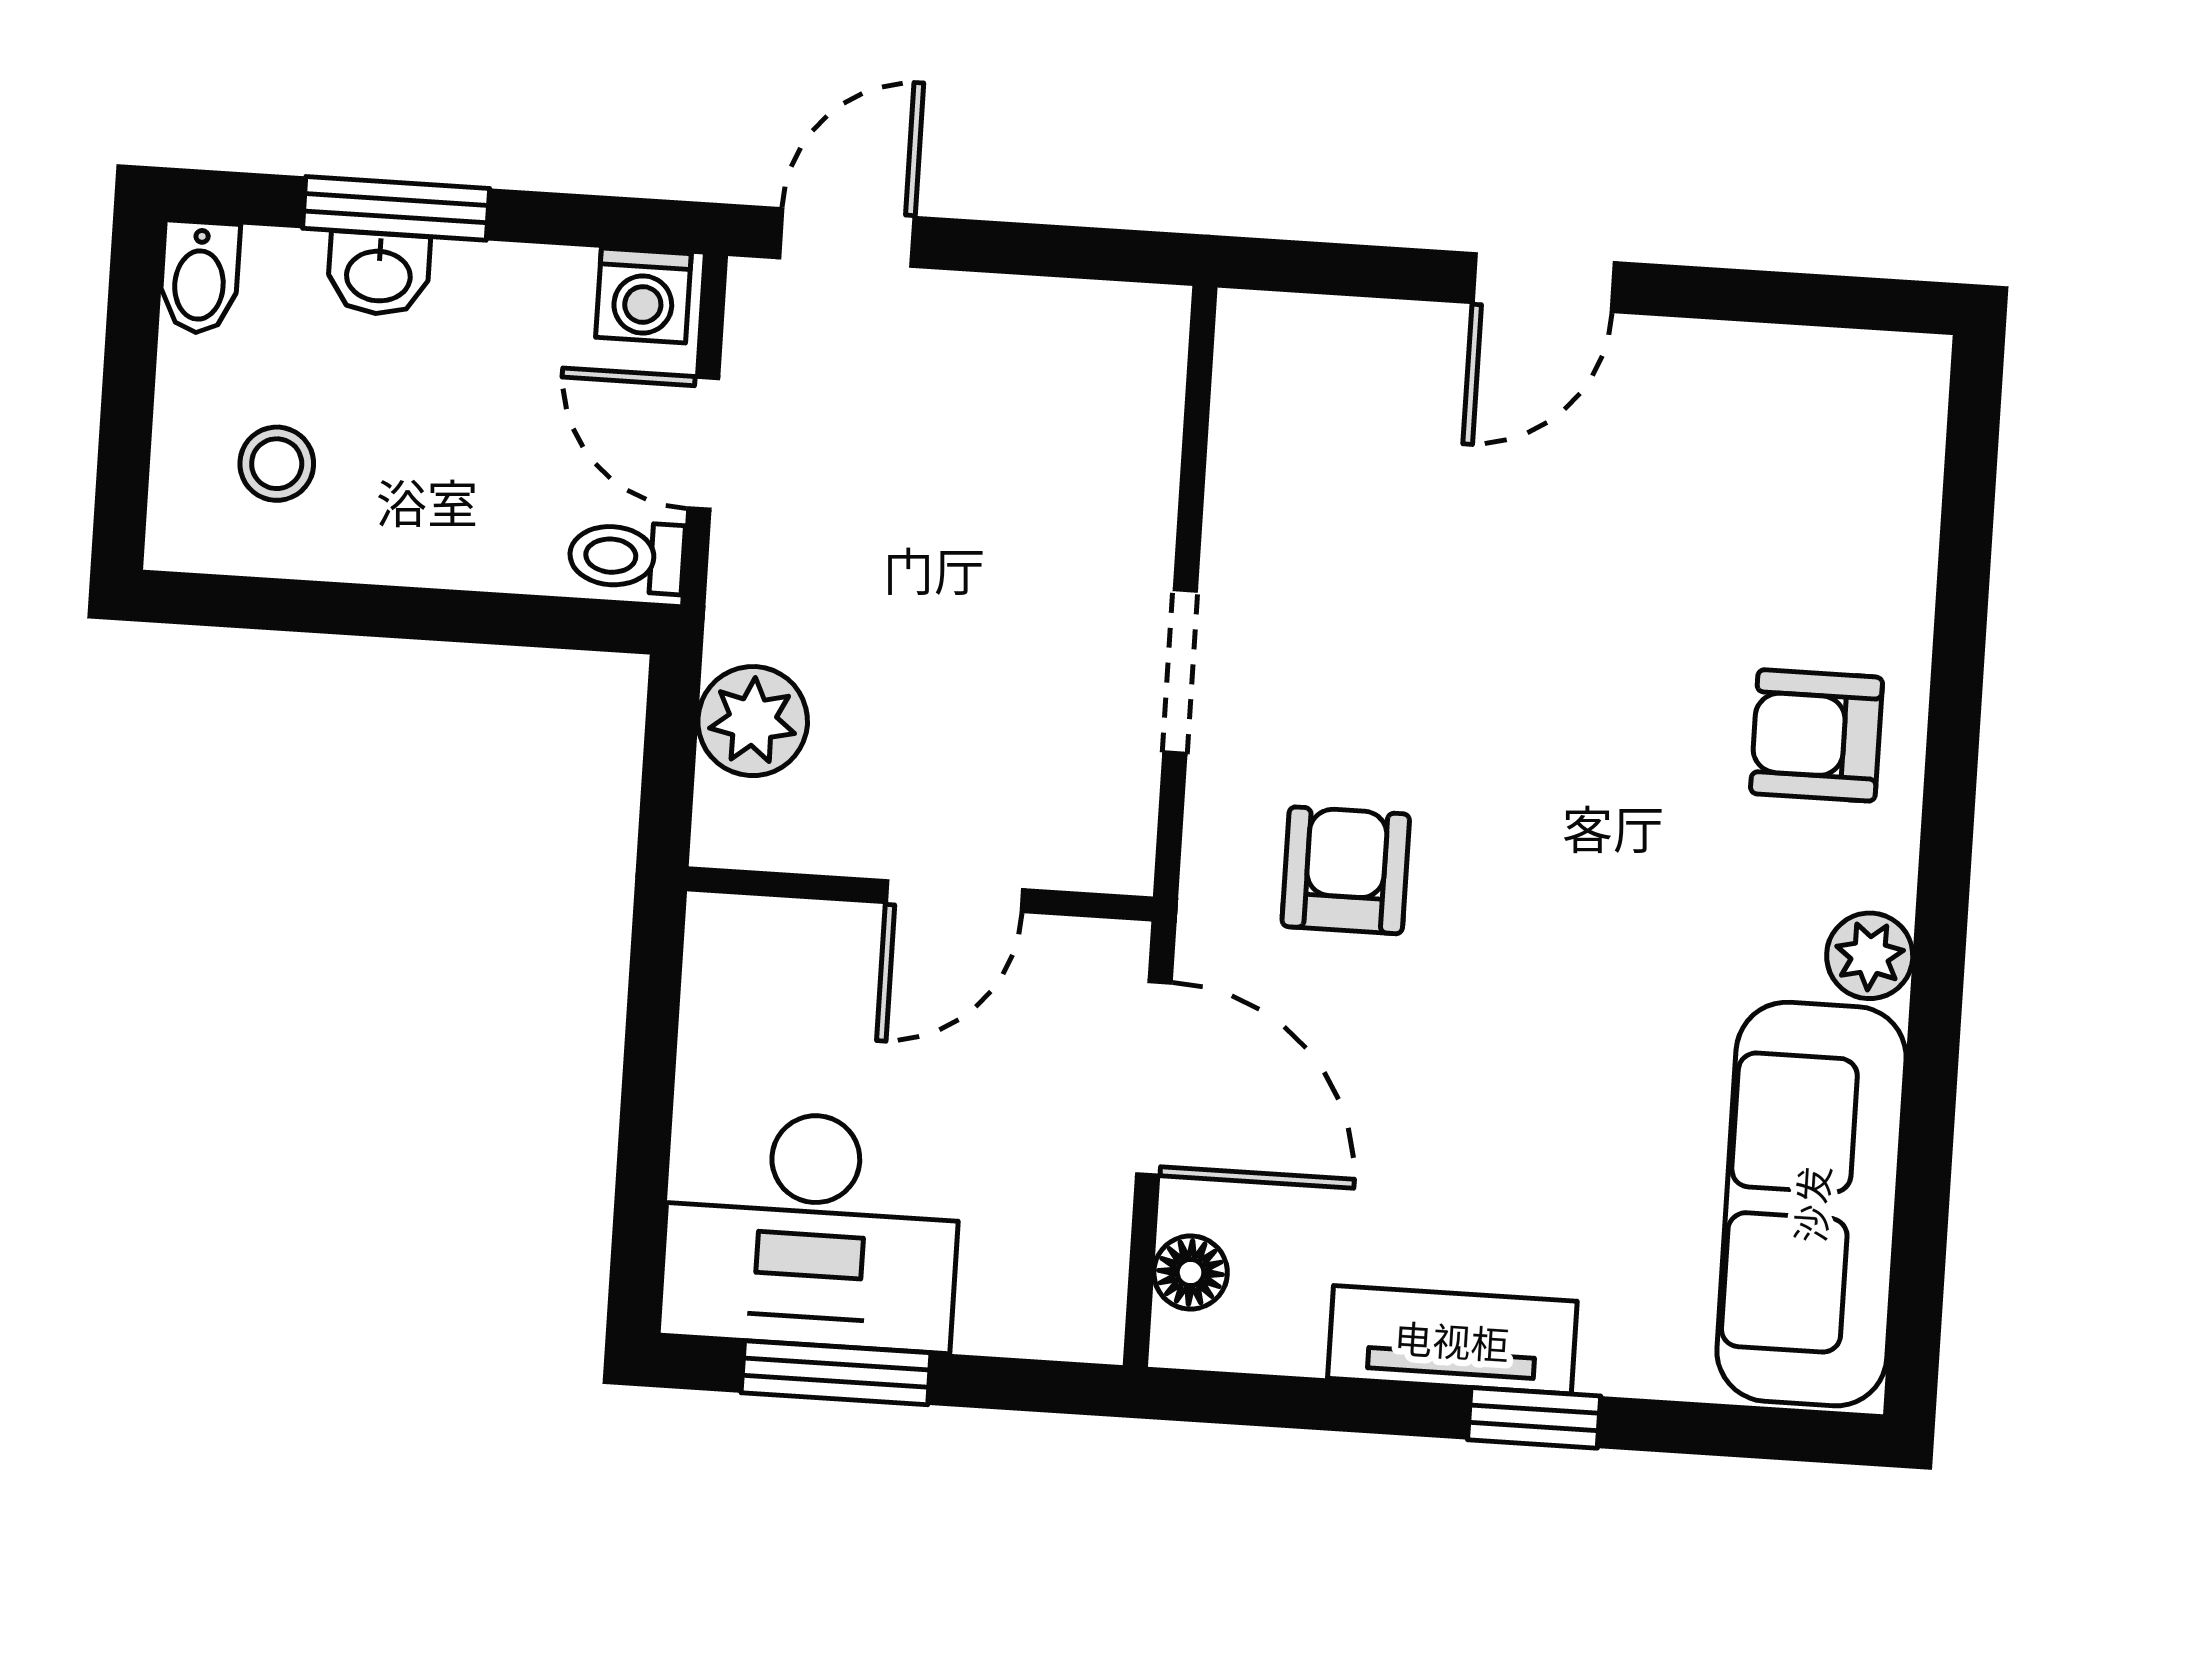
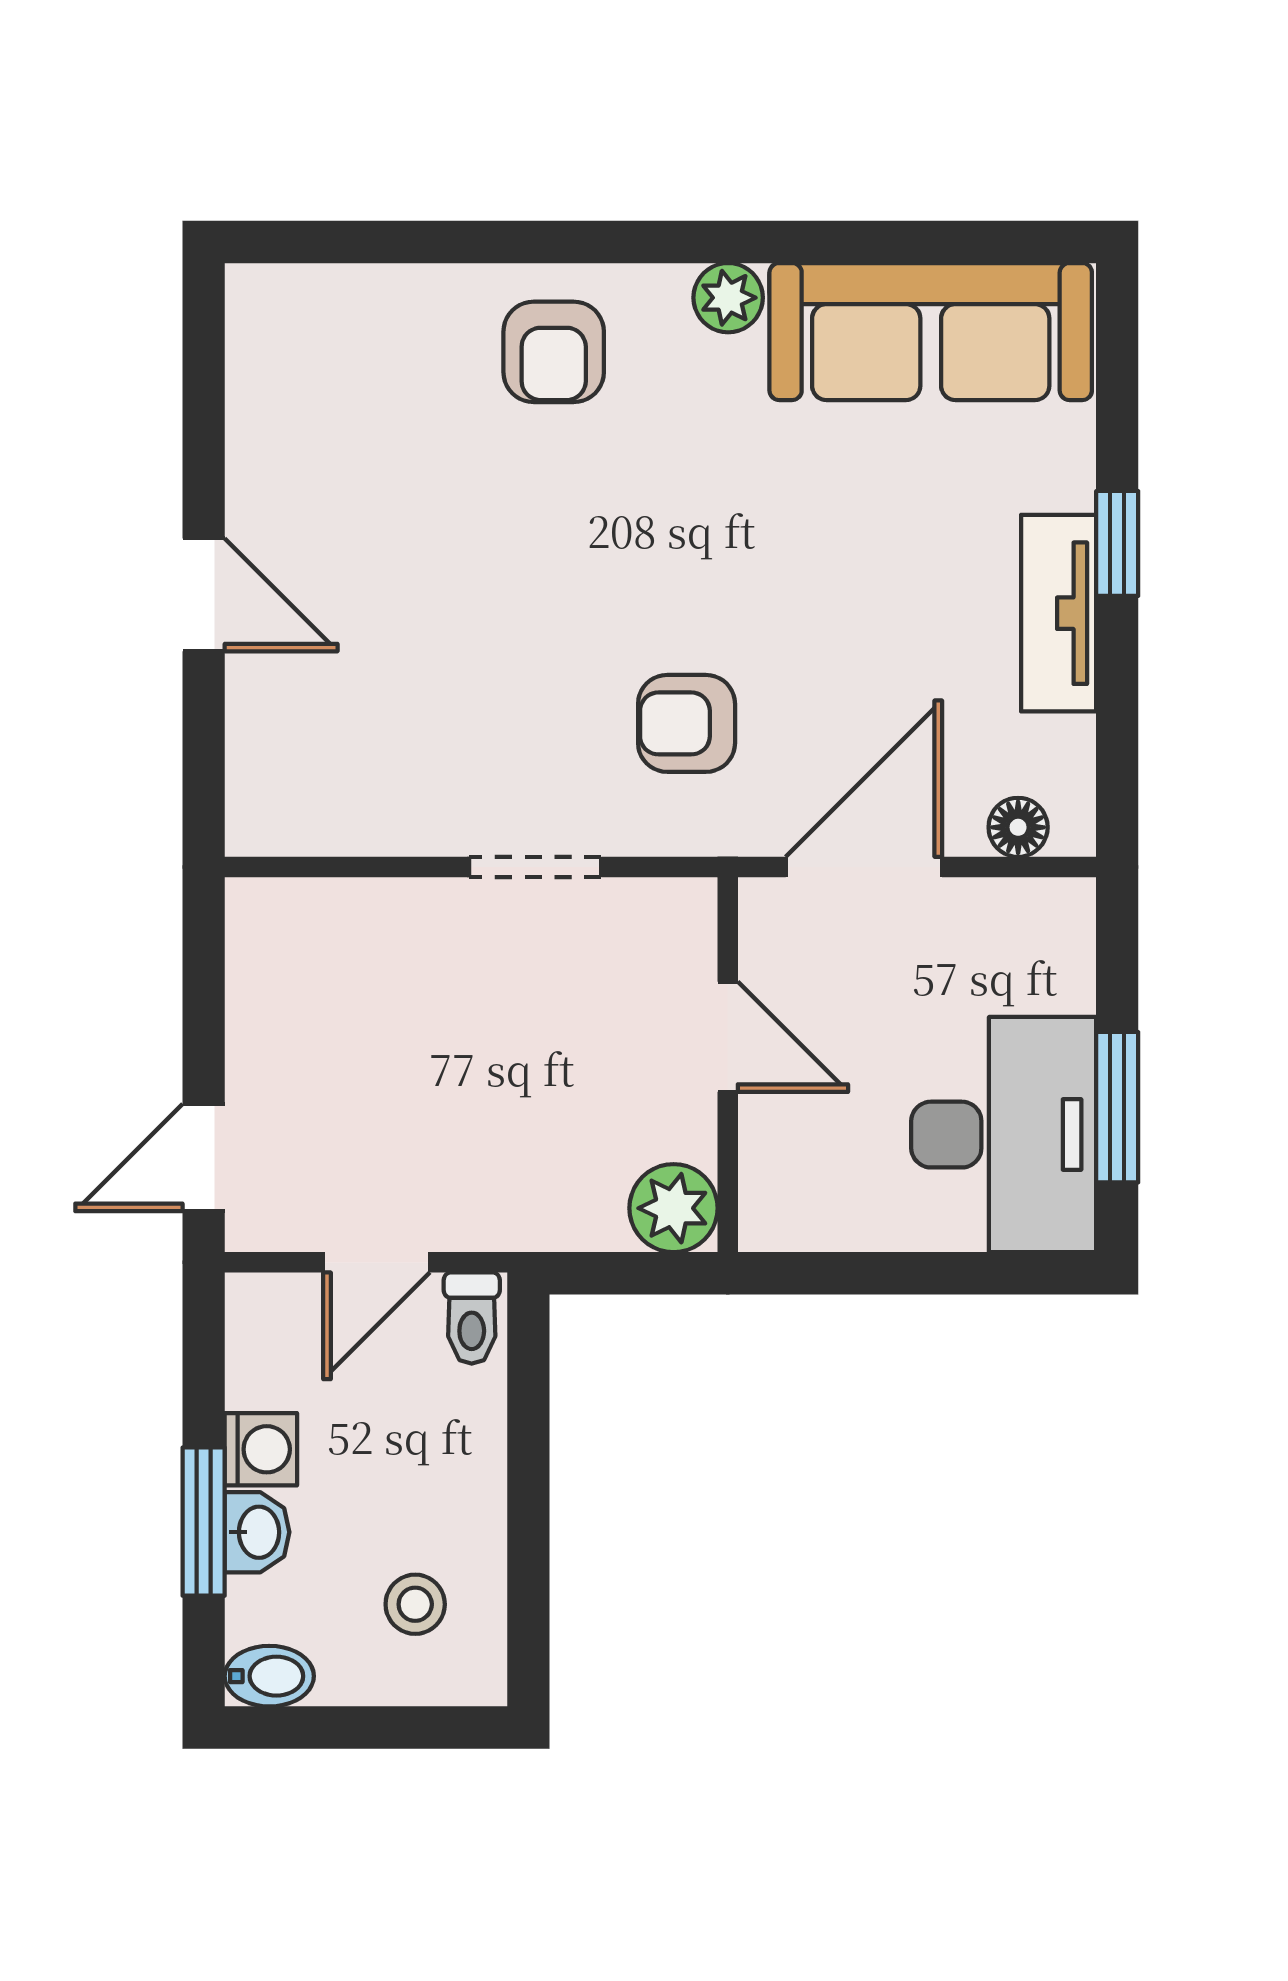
door: (847, 238) -> (204, 1157), hinge flipped
washing machine: (643, 296) -> (261, 1449), moved
plant: (753, 721) -> (674, 1208), moved

